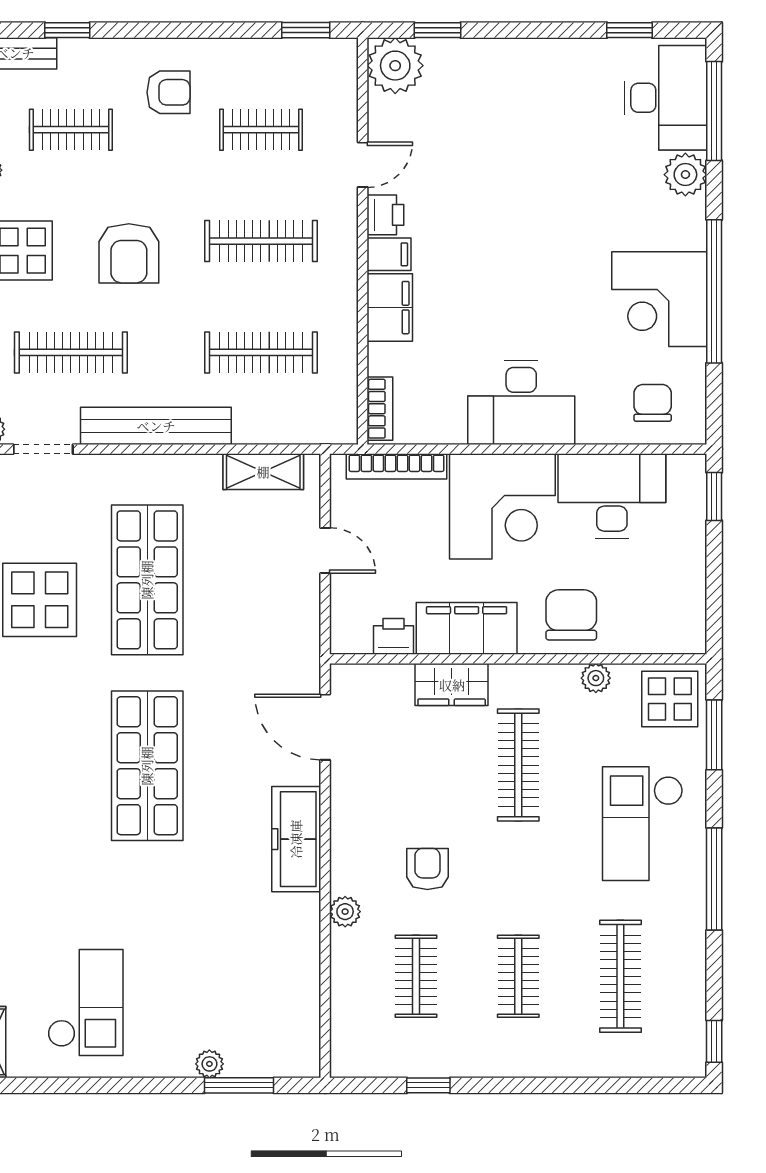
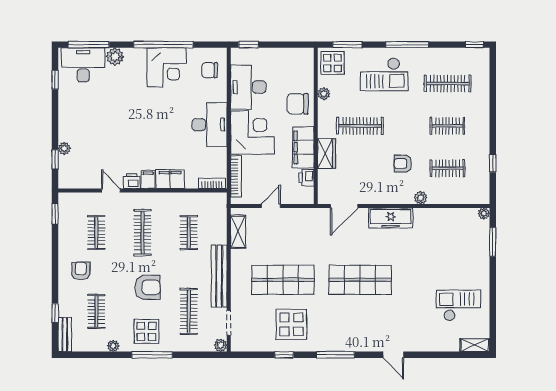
plant: (395, 66) -> (64, 148), moved, width x0.53, depth x0.53
clothes rail: (261, 352) -> (189, 233), width x0.73
plant: (209, 1064) -> (484, 214), moved

